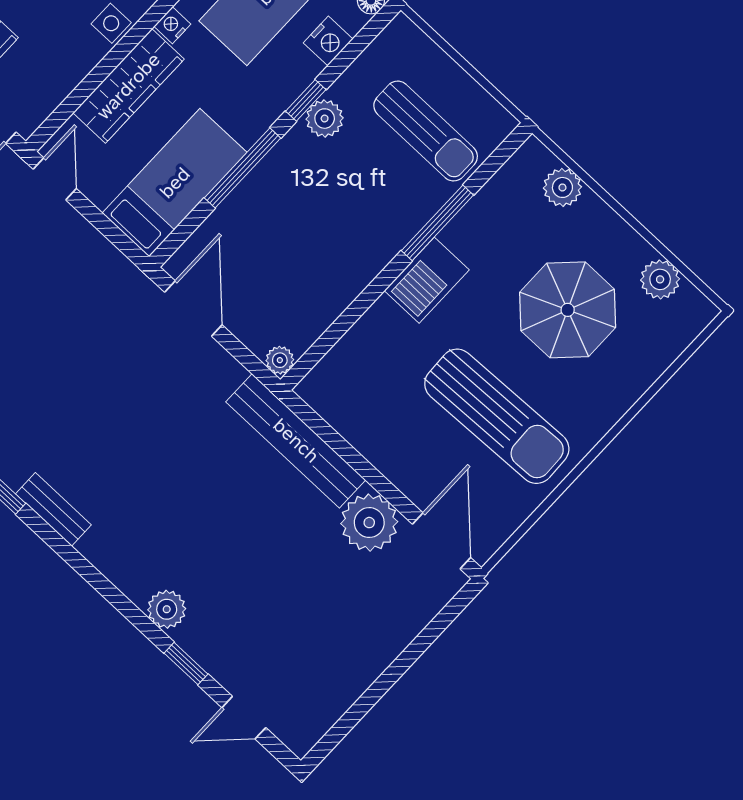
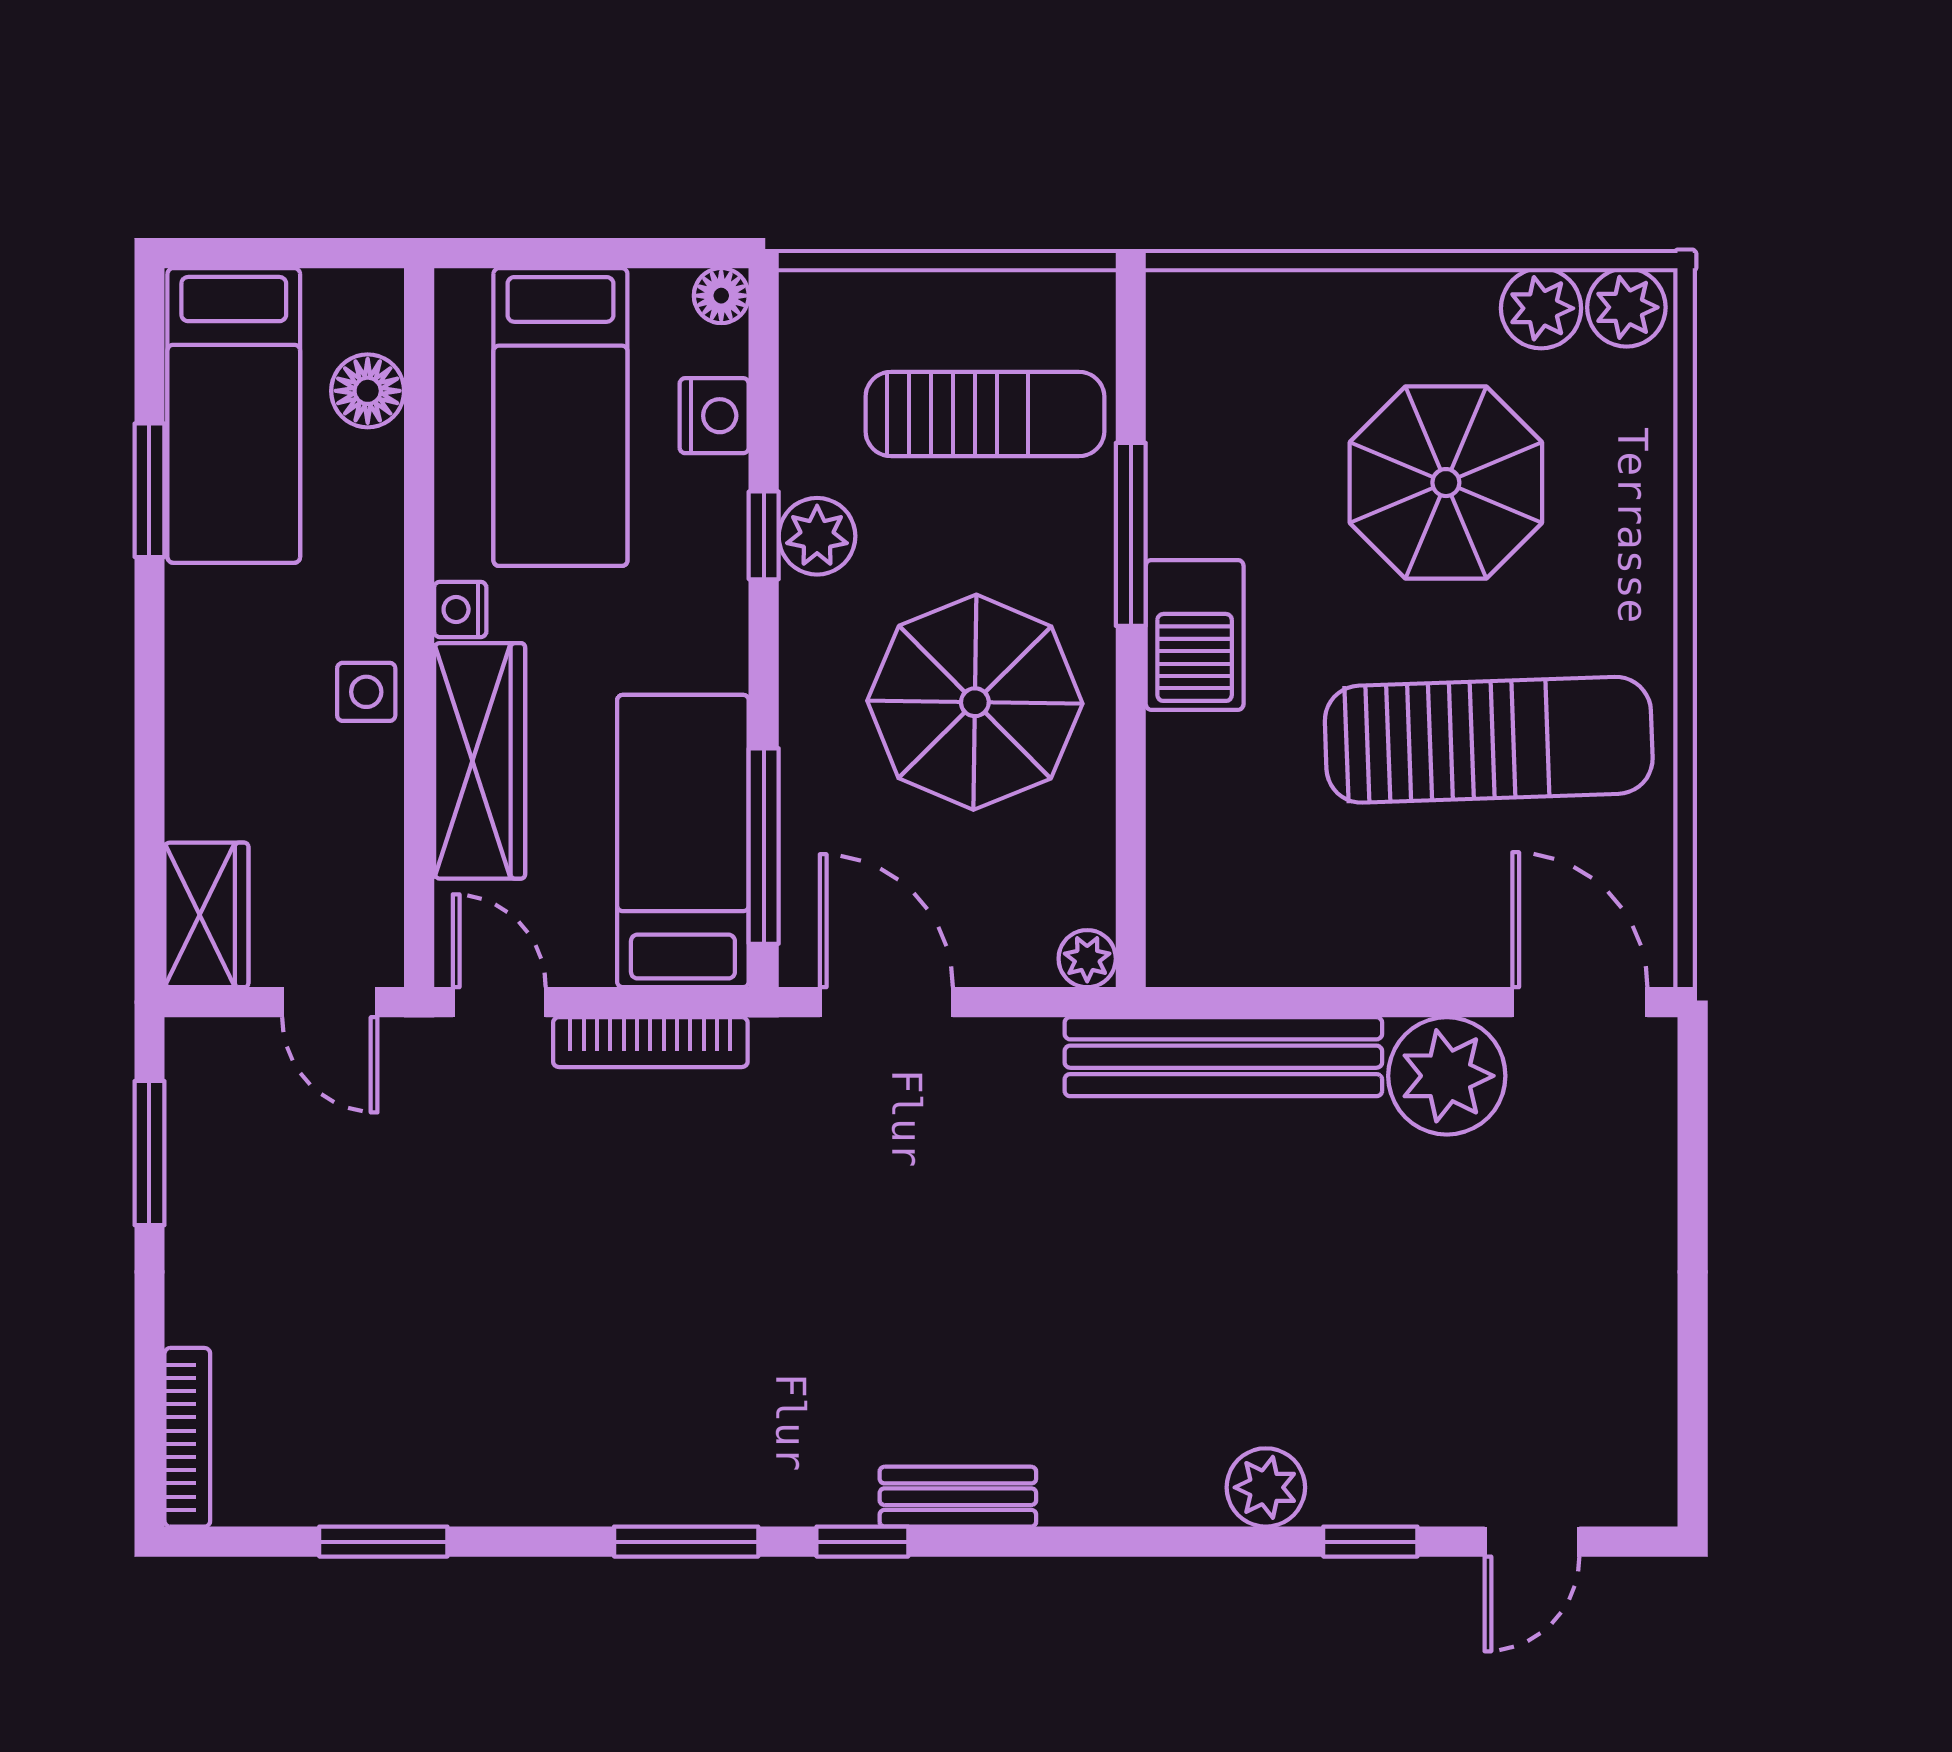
window: (243, 168) -> (764, 846), moved
plant: (562, 187) -> (1626, 307), moved
parasol: (325, 231) -> (975, 702), added
bookcase: (96, 244) -> (650, 1042), added

